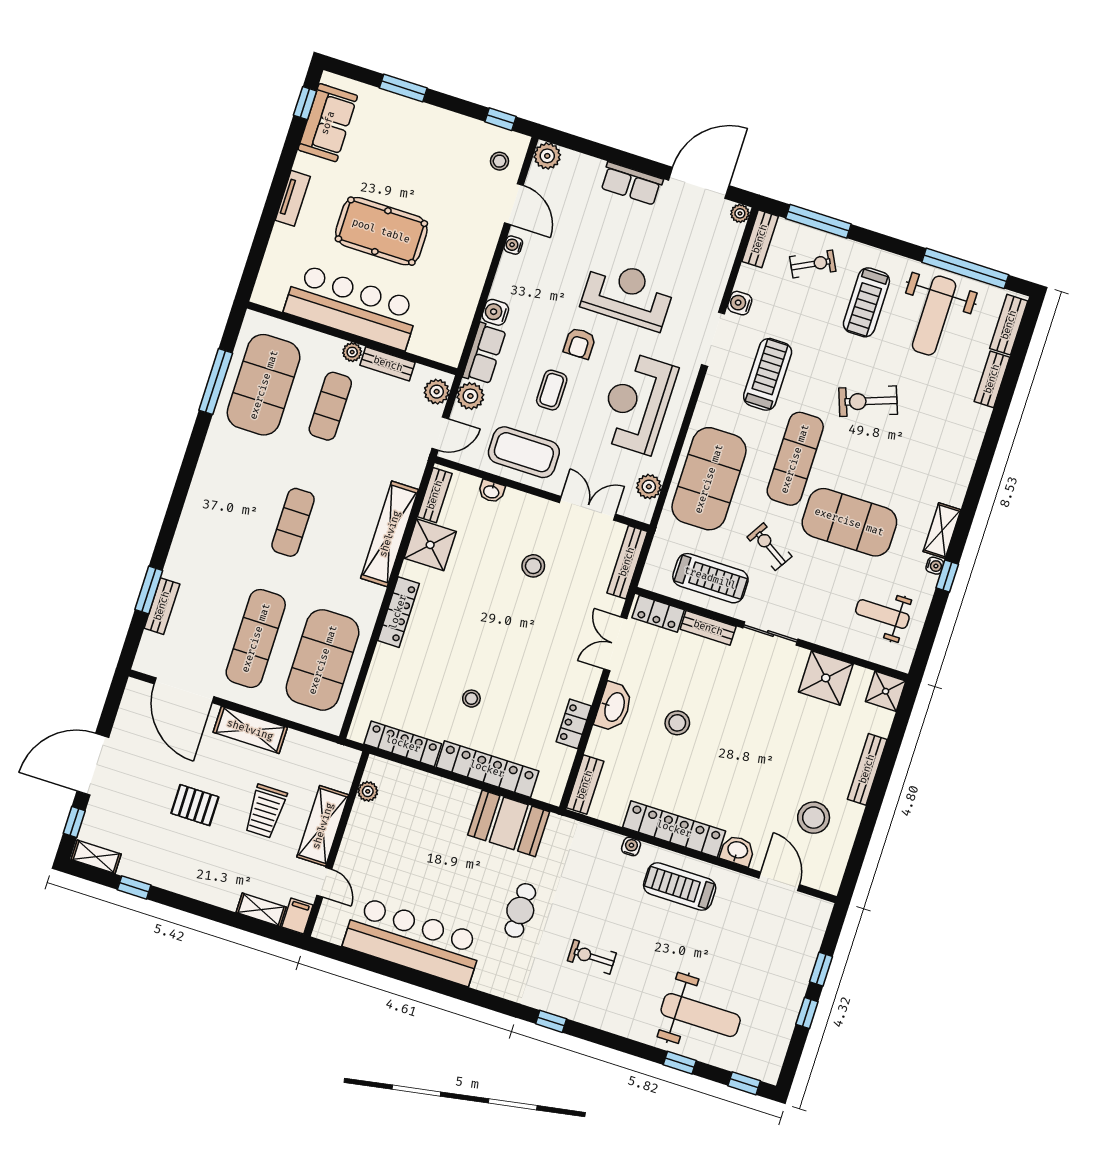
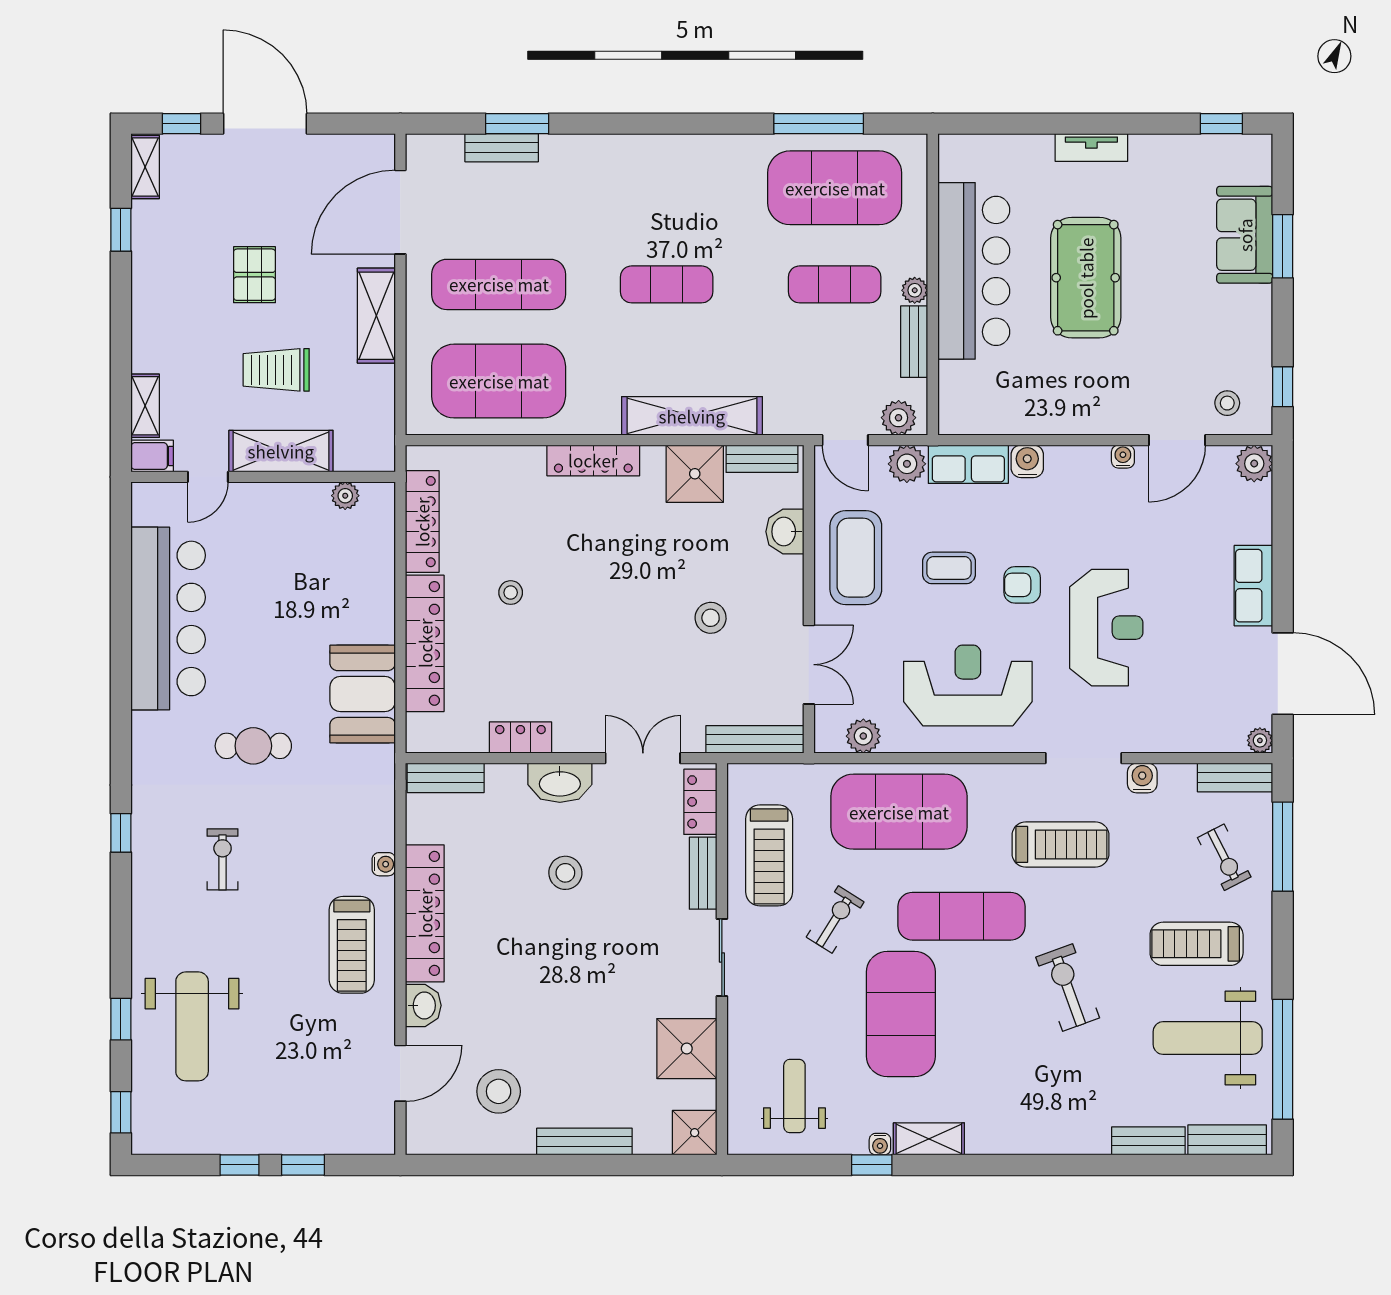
sofa: (328, 123) -> (1245, 235), moved, turned 90
washbasin: (491, 491) -> (785, 532), width x1.38, depth x1.45
treadmill: (680, 887) -> (352, 945), turned 180

